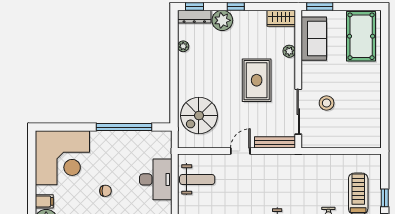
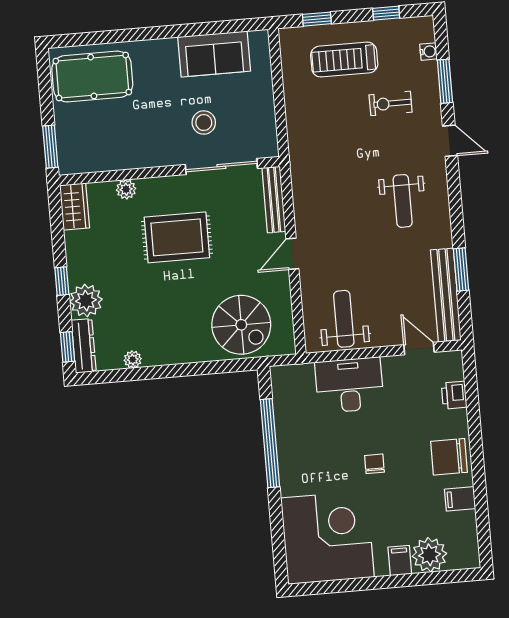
sofa: (314, 39) -> (214, 54), moved, turned 180
door: (240, 151) -> (292, 254), hinge flipped
window: (385, 198) -> (317, 19), moved

